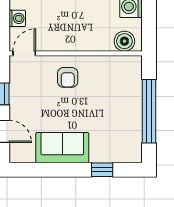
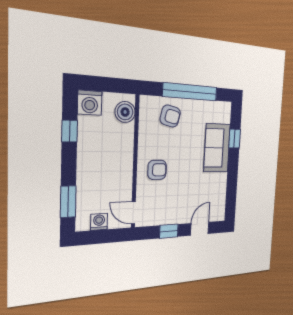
armchair: (123, 89) -> (170, 116), added
sofa: (62, 148) -> (217, 148), moved

